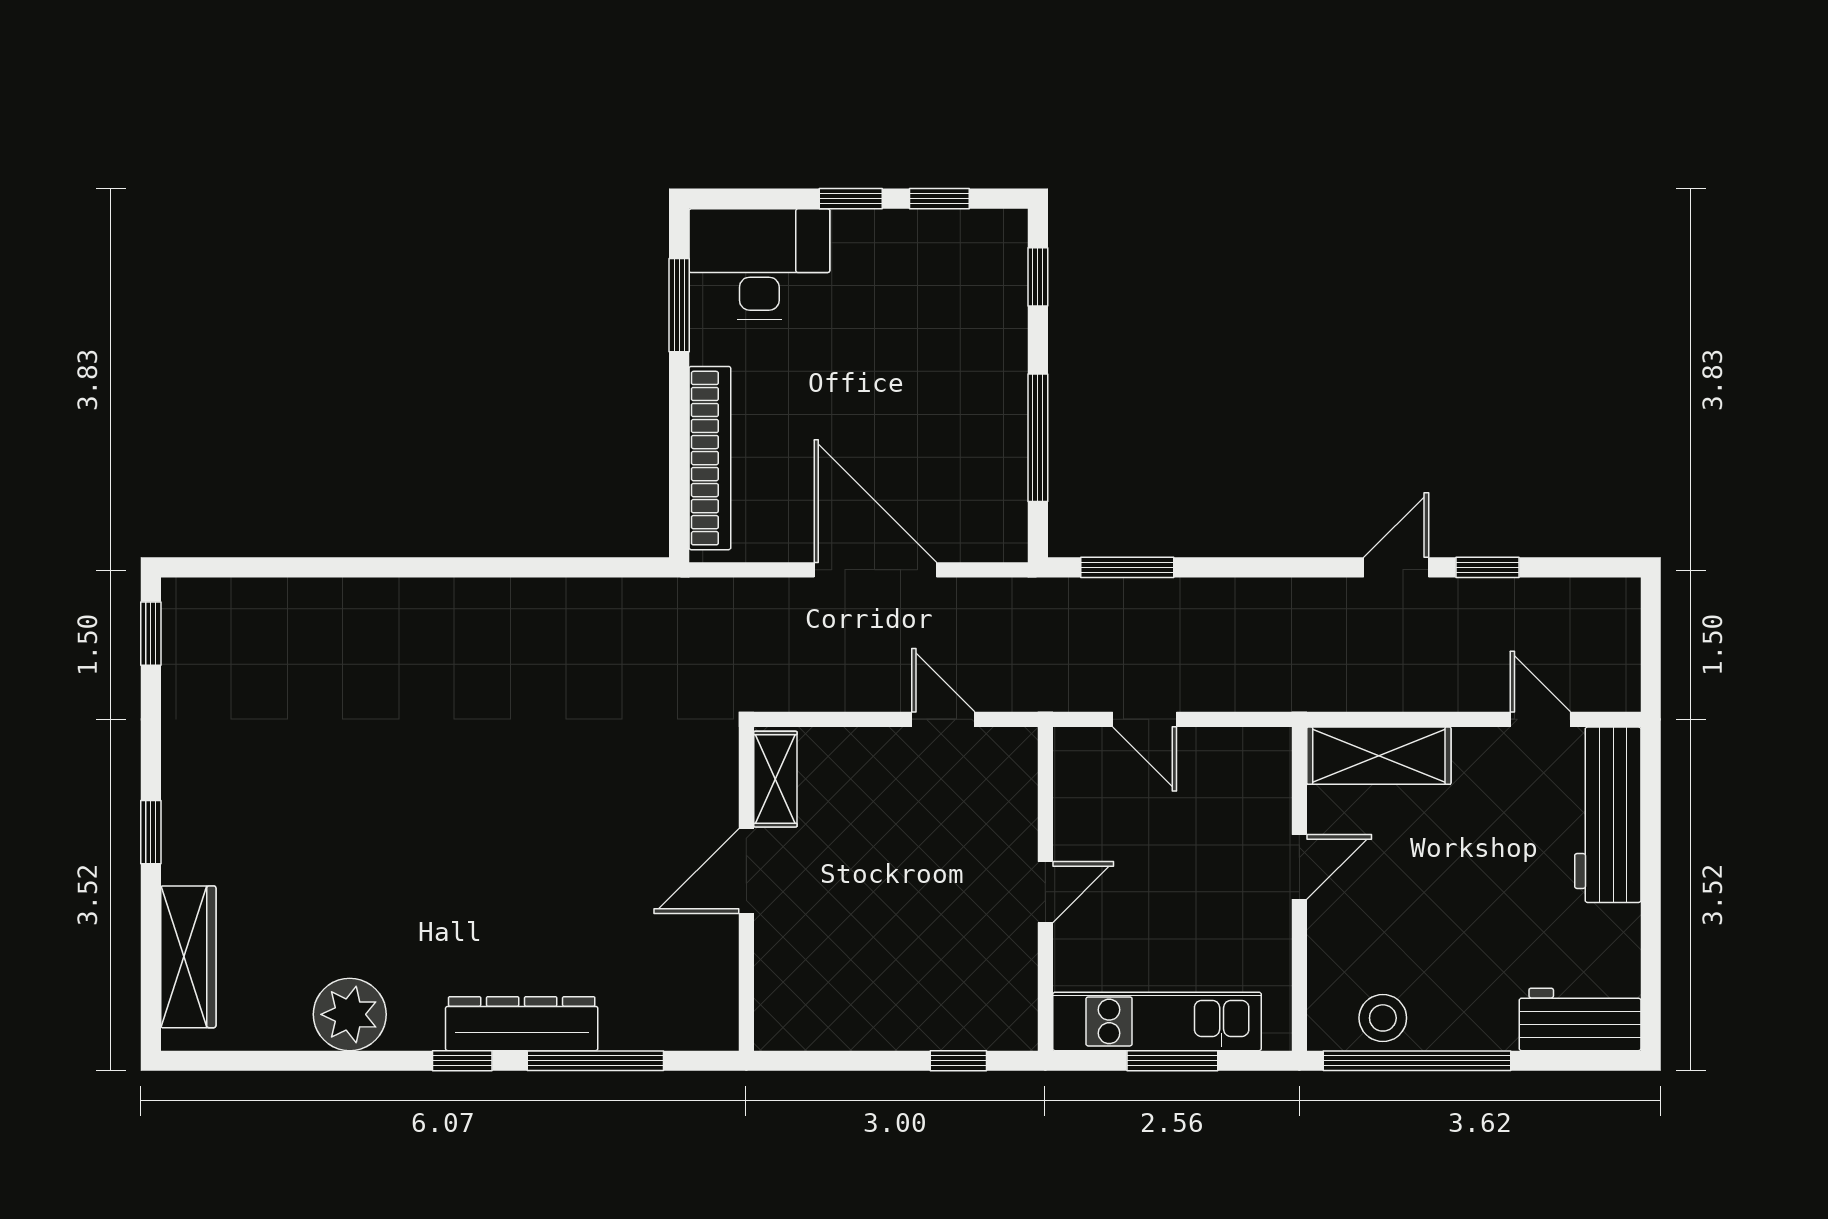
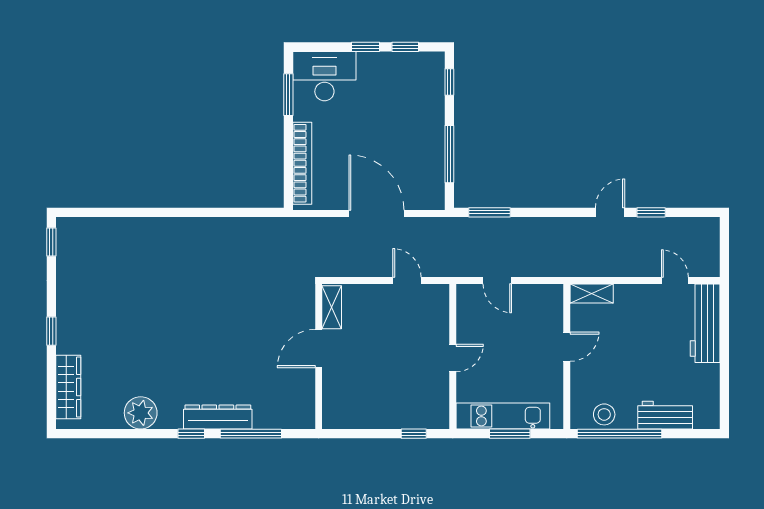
shelving: (1379, 756) -> (592, 294), width x0.67, depth x0.75
workbench: (1580, 1019) -> (665, 415), moved

